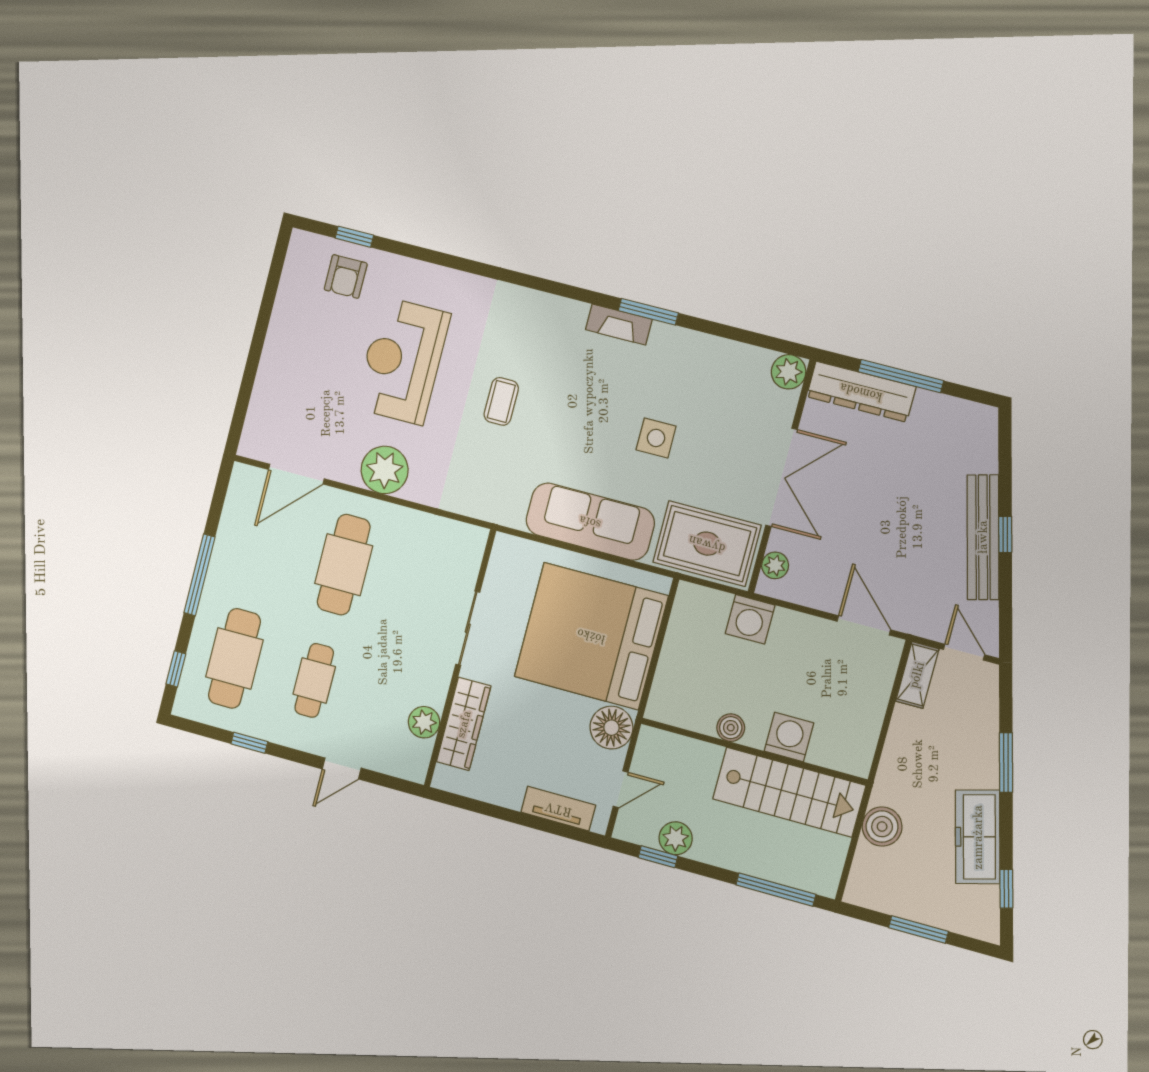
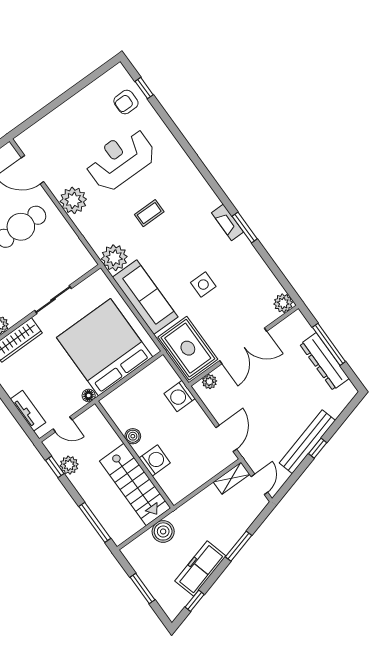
dresser: (861, 392) -> (324, 361), moved
plant: (504, 502) -> (114, 258), added
floor lamp: (611, 728) -> (89, 395), width x0.53, depth x0.53

